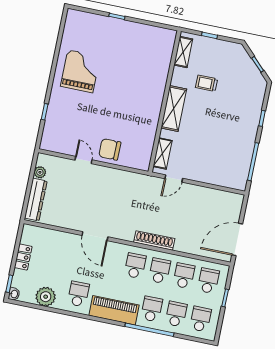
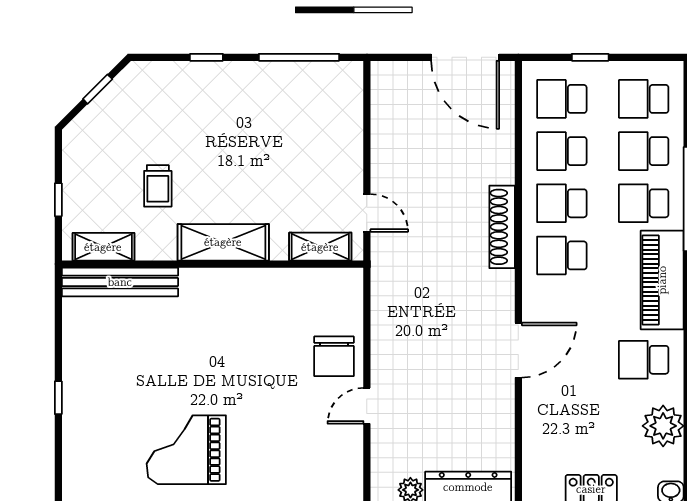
bench: (165, 56) -> (120, 282), added

